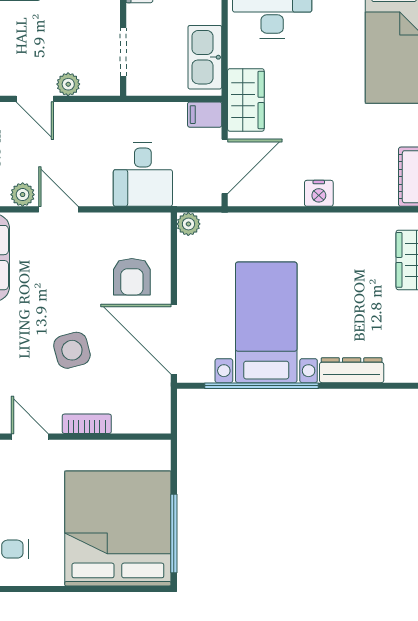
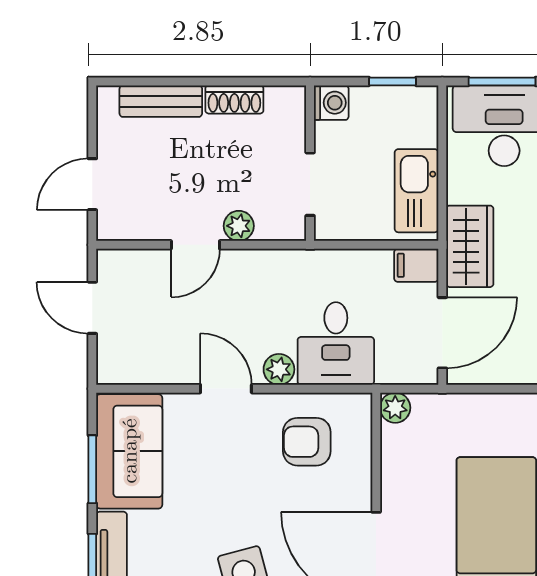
door: (35, 99) -> (195, 245), hinge flipped
plant: (23, 195) -> (279, 369), moved
armchair: (132, 277) -> (307, 442), moved, turned 90

